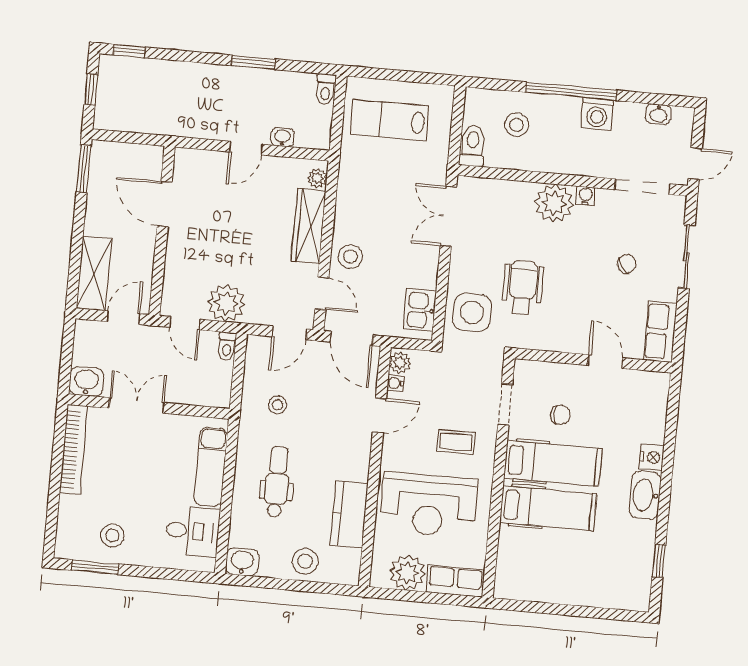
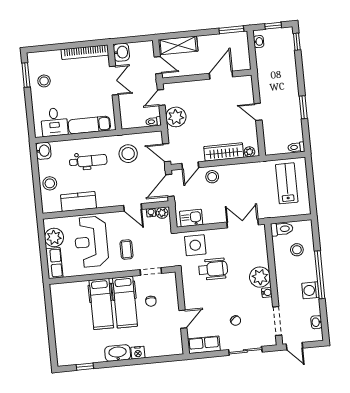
washbasin: (282, 137) -> (259, 42), moved
stool: (278, 405) -> (128, 154), width x1.89, depth x1.89

